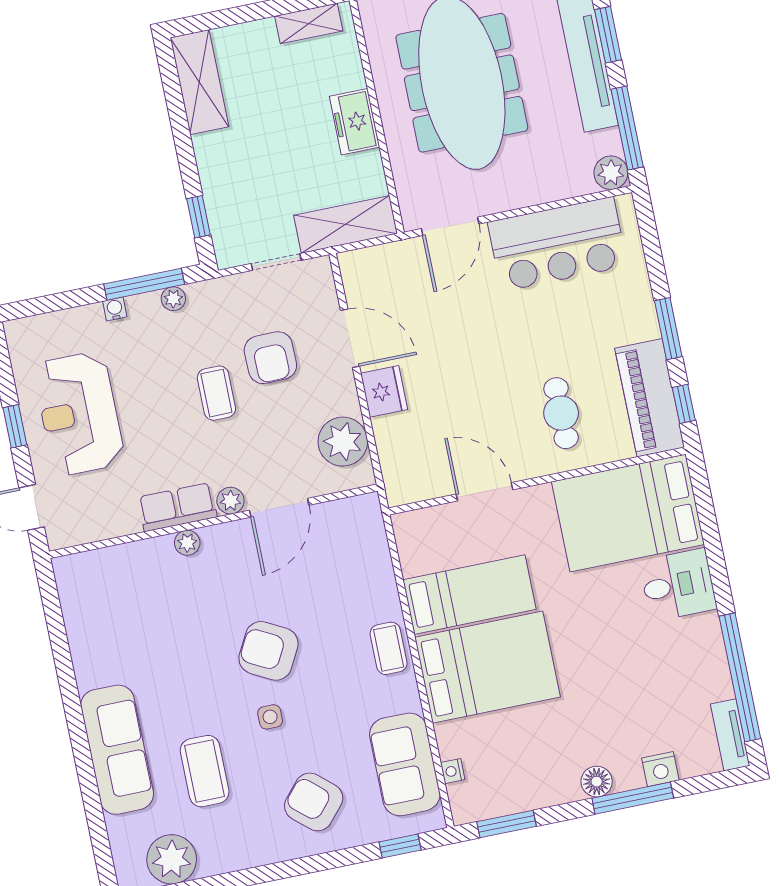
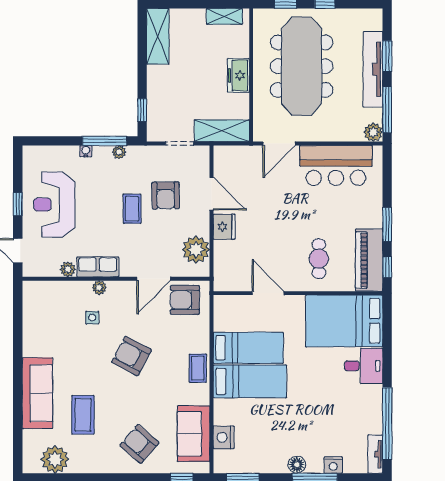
plant: (230, 501) -> (68, 269), moved
armchair: (342, 534) -> (185, 300), added
bed: (487, 667) -> (250, 381), width x0.67
side table: (270, 717) -> (92, 318), moved
nightstand: (453, 771) -> (224, 437), width x1.89, depth x1.79

